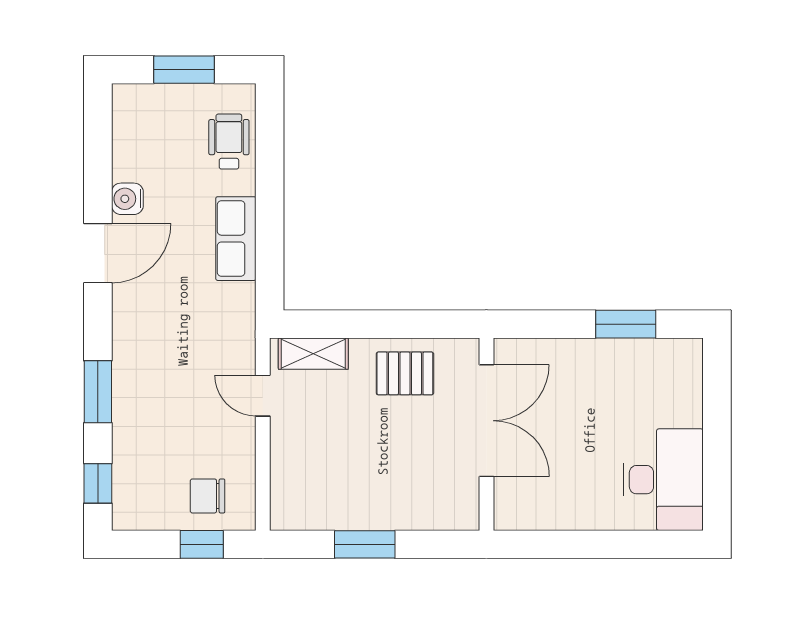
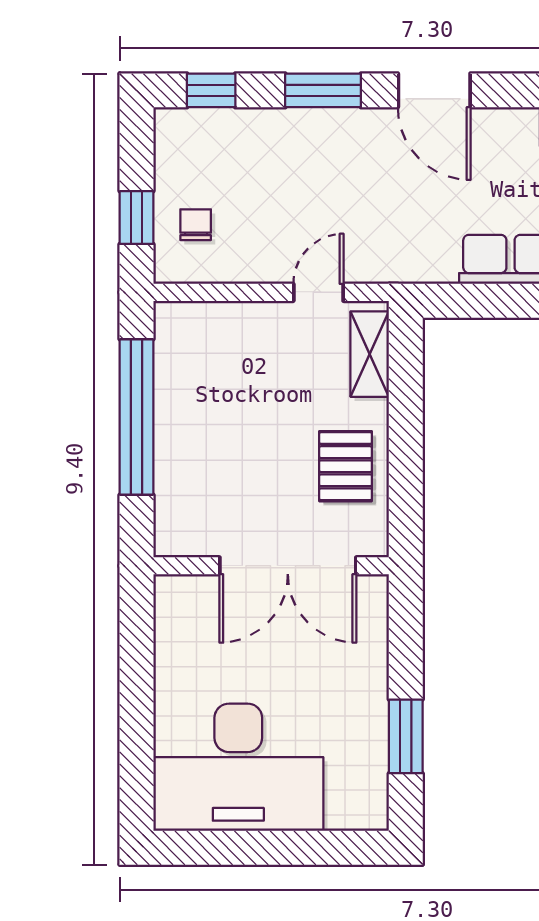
door: (98, 253) -> (434, 90), moved
desk: (663, 480) -> (238, 767), width x1.36, depth x1.30
chair: (208, 496) -> (196, 225), width x0.73, depth x0.73
window: (365, 544) -> (136, 417), width x2.11

